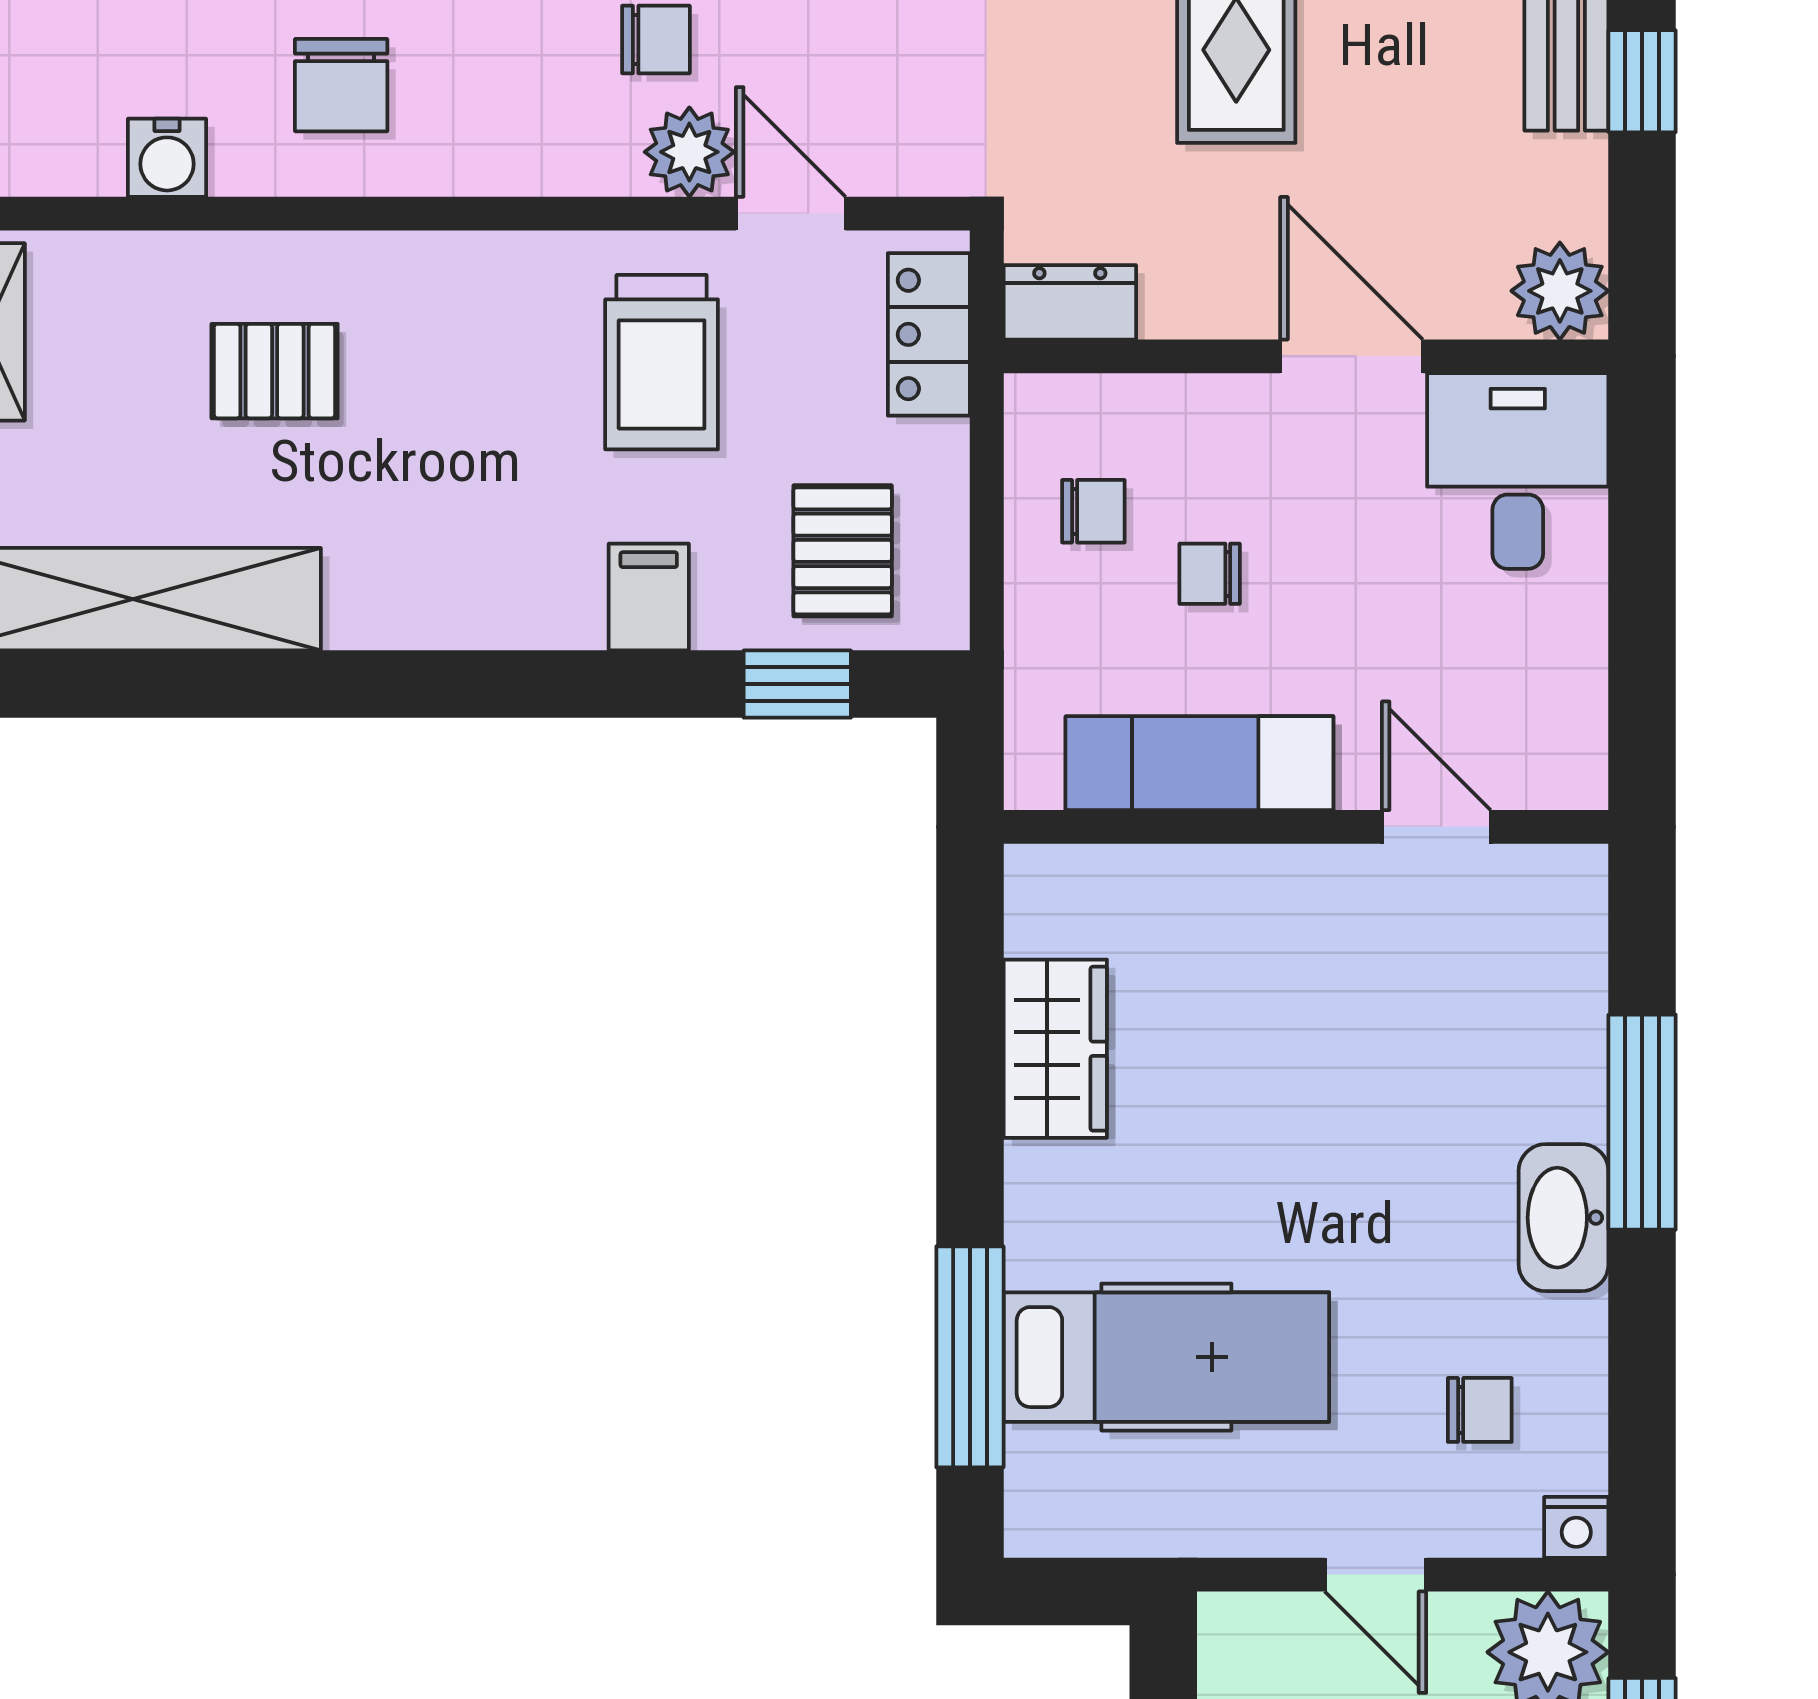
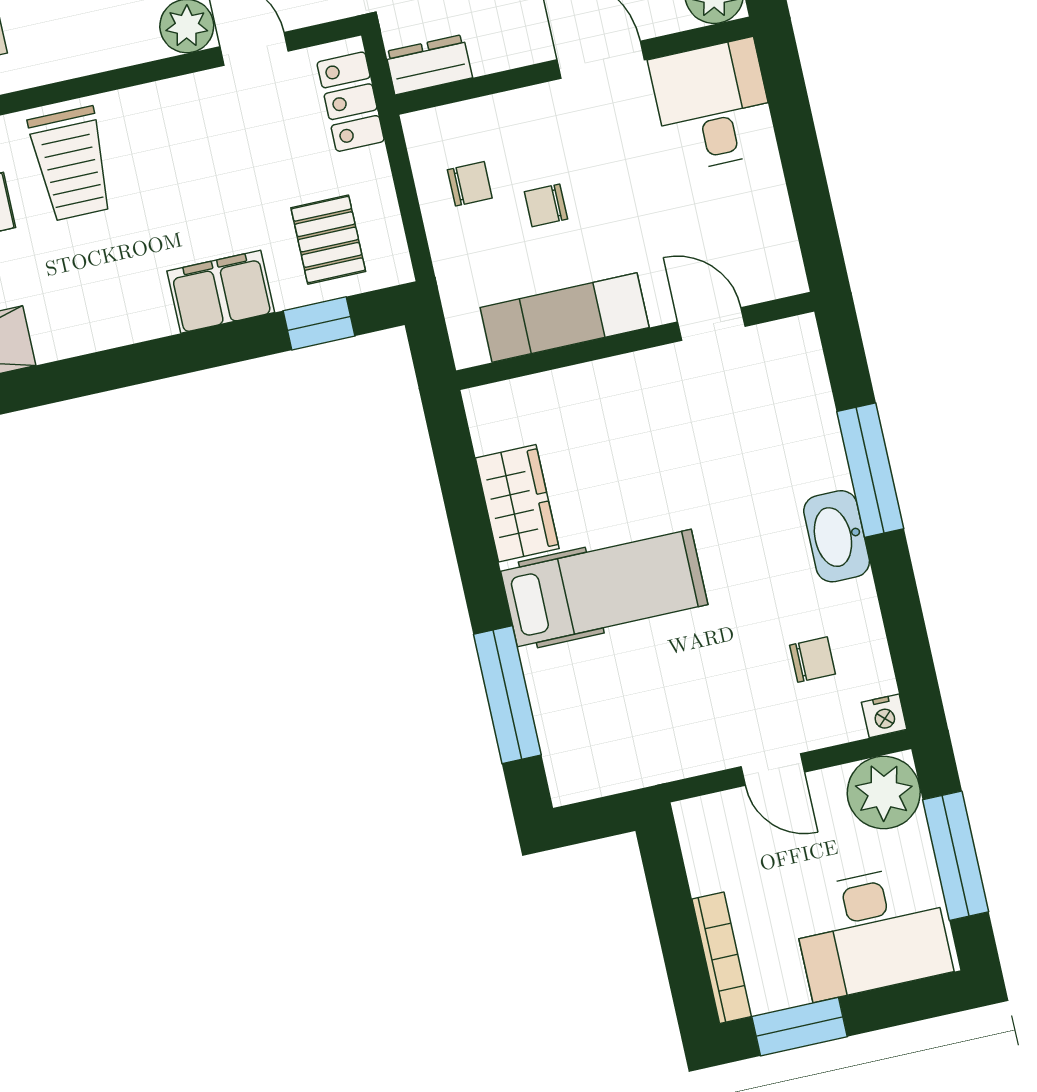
trolley: (662, 362) -> (71, 164), moved
filing cabinet: (649, 597) -> (221, 292), width x2.00
hospital bed: (1166, 1357) -> (604, 588), moved

